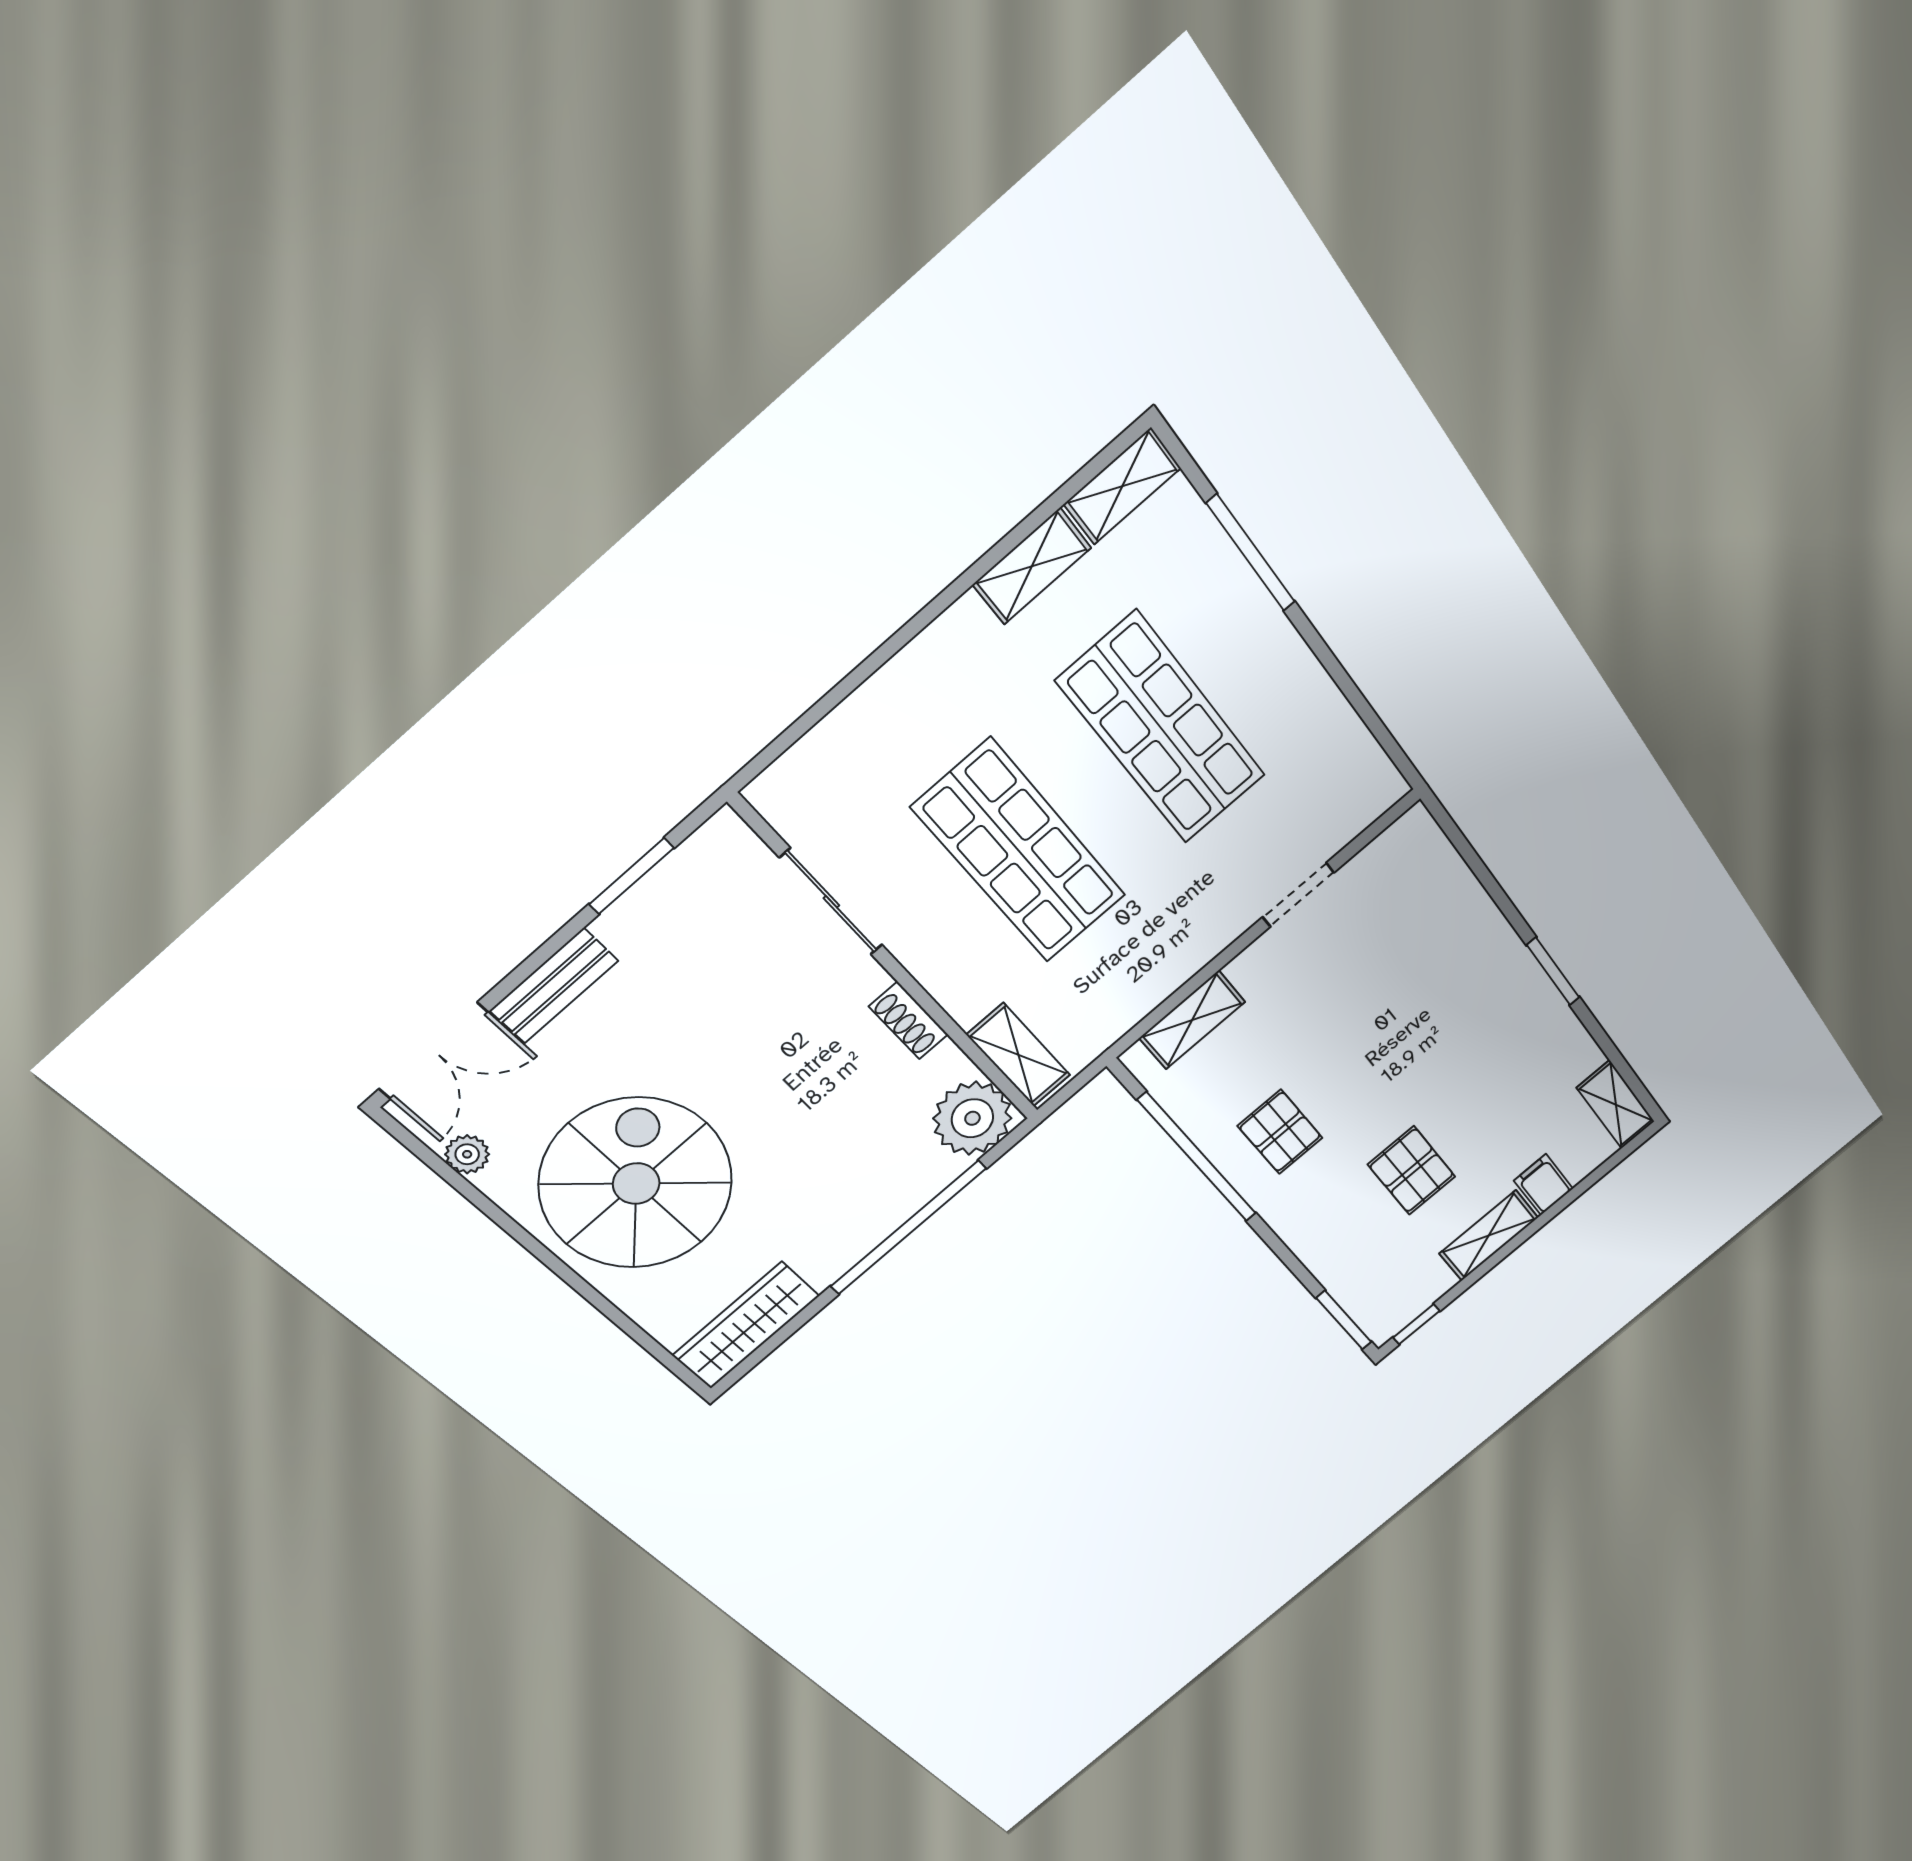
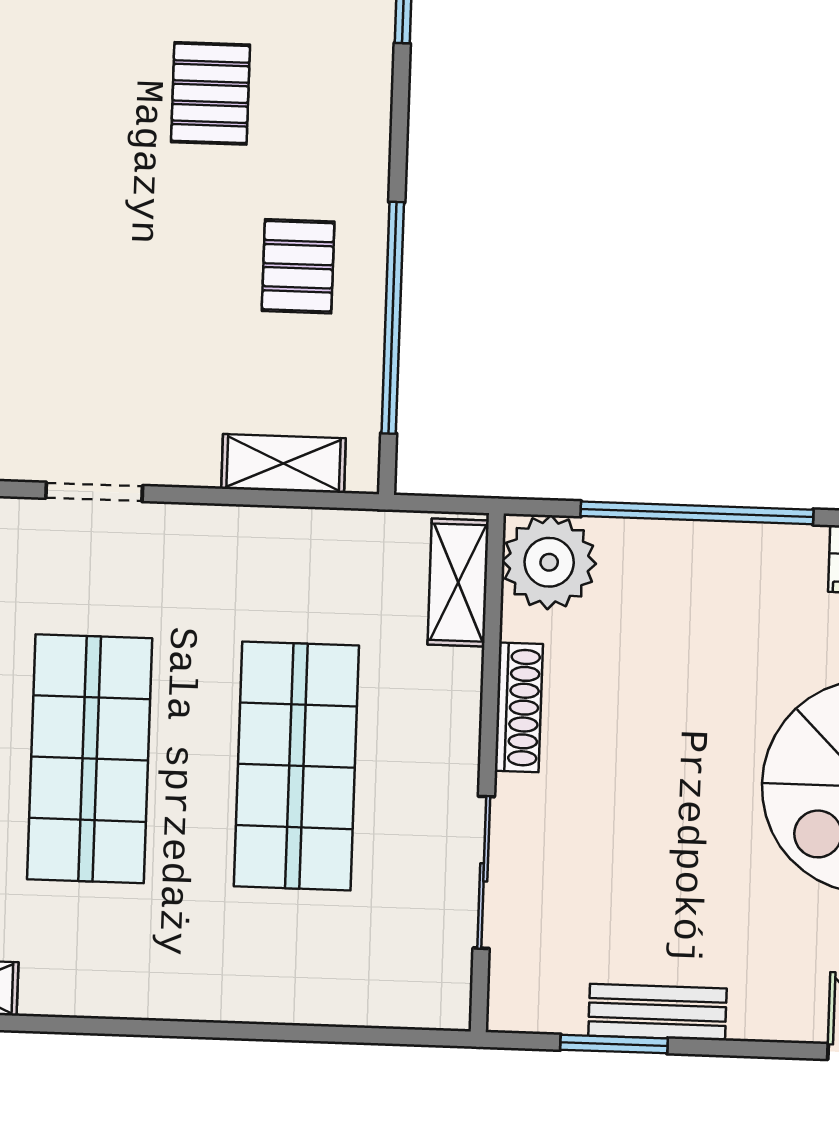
shelving: (1032, 566) -> (83, 991), removed
bench: (554, 986) -> (657, 1012), moved
shoe rack: (909, 1021) -> (519, 707), width x1.43

